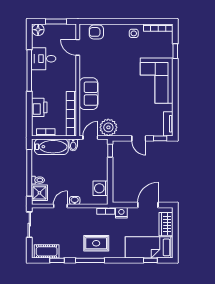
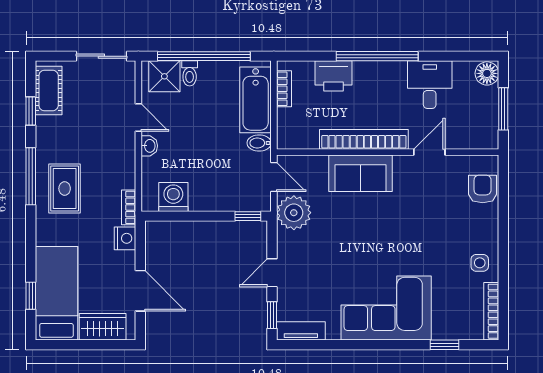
door: (78, 47) -> (429, 152), moved
window: (29, 71) -> (377, 56), moved
bookcase: (71, 114) -> (364, 139), moved

